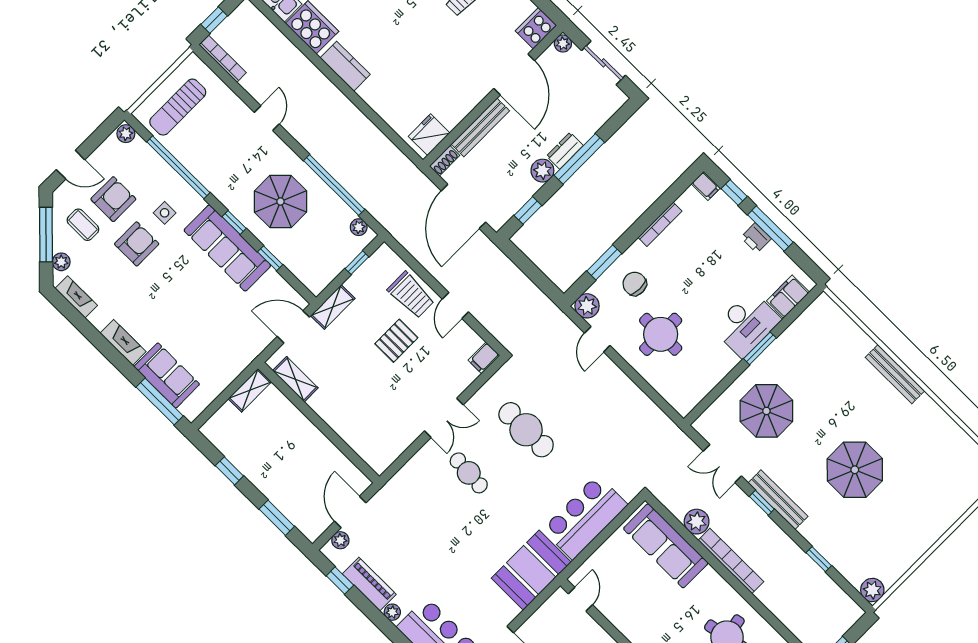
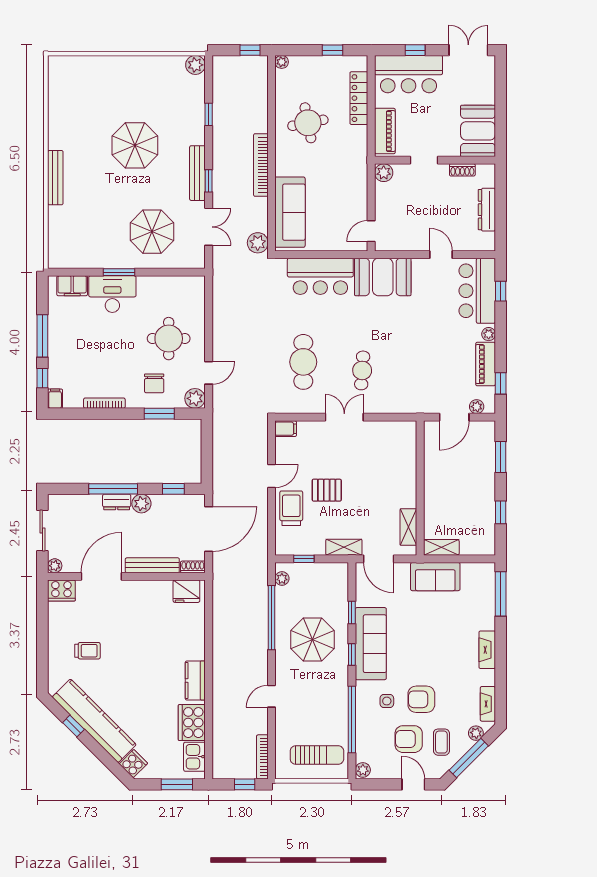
printer: (756, 238) -> (56, 339), removed
sofa: (167, 375) -> (435, 577), moved, turned -90
plant: (697, 522) -> (258, 243), moved

